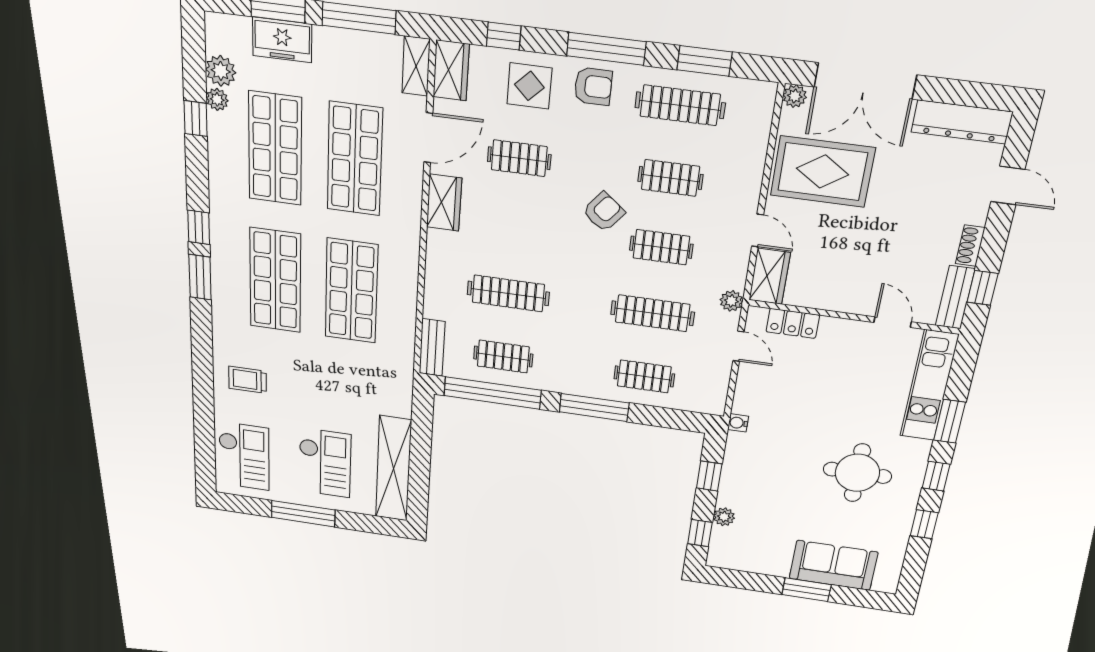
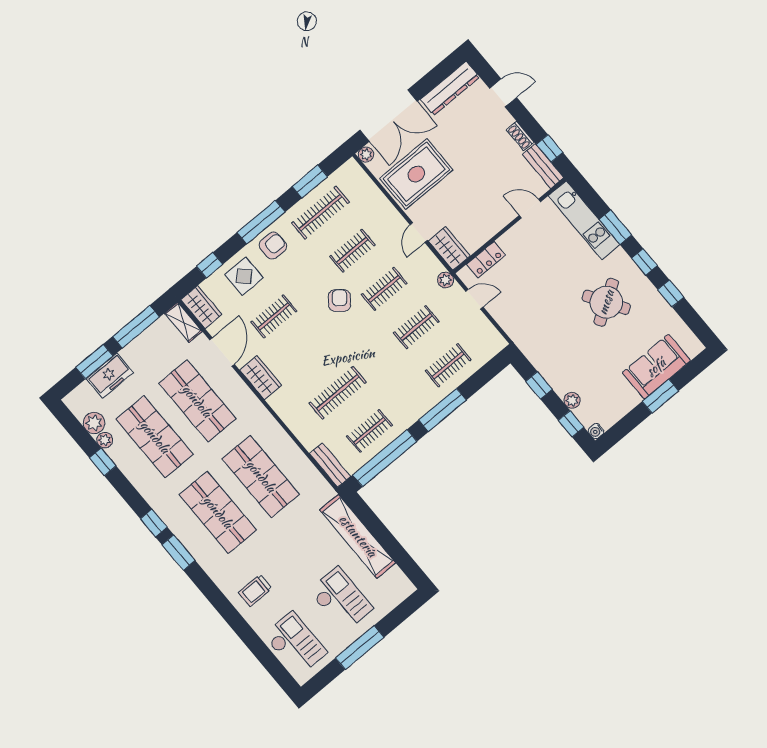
door: (758, 230) -> (419, 233), swing flipped
clothes rail: (653, 313) -> (416, 327), width x0.73
water cooler: (738, 423) -> (596, 431), moved
shelving: (393, 469) -> (358, 536), moved
round table: (857, 473) -> (606, 302), turned -32

